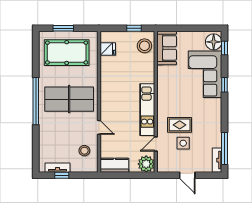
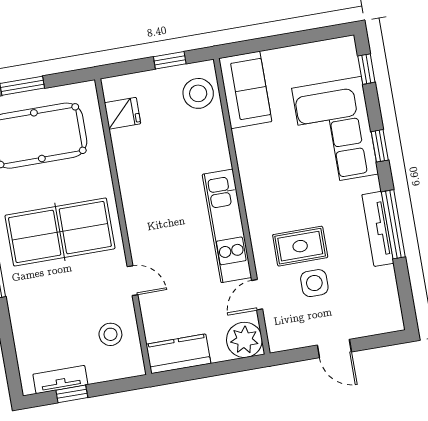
floor lamp: (214, 42) -> (341, 60), removed
window: (225, 149) -> (393, 224), moved
tv unit: (217, 160) -> (378, 229), moved, width x1.41

